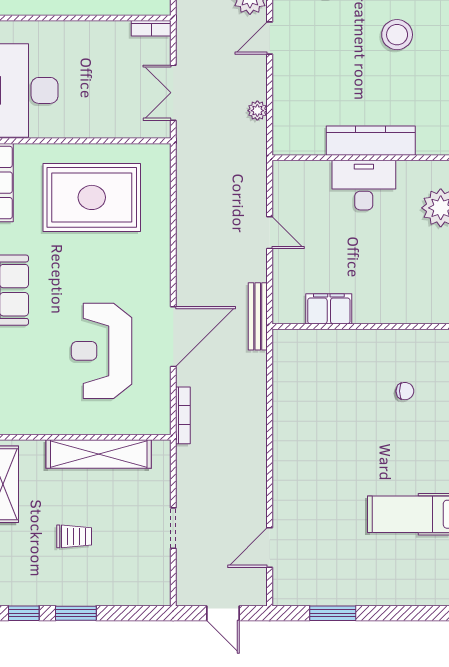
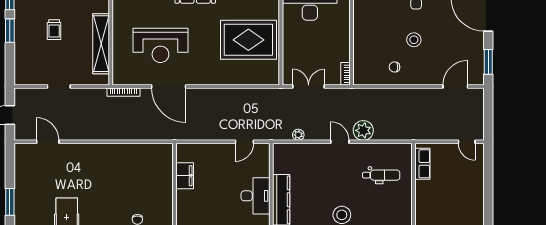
rug: (92, 197) -> (248, 40), turned 90
door: (270, 233) -> (244, 142), moved
bench: (258, 316) -> (180, 135), removed
reception desk: (102, 351) -> (160, 45), turned 180
window: (333, 613) -> (10, 202), moved

